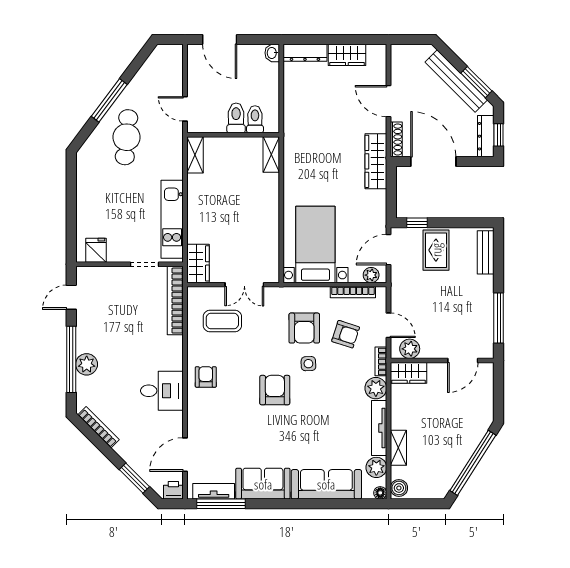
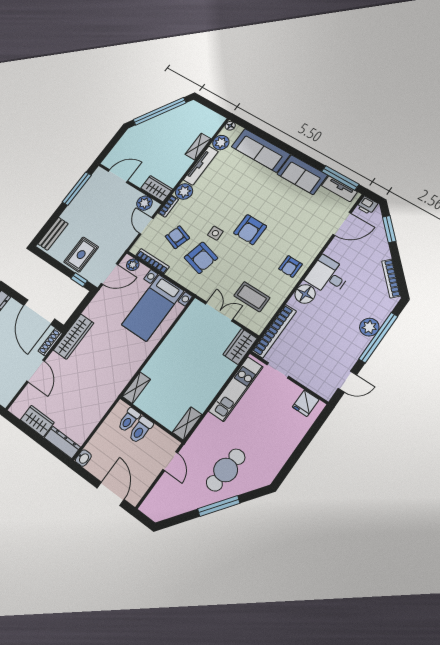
armchair: (304, 328) -> (201, 258), turned 104
floor lamp: (171, 358) -> (305, 294), added
boiler: (399, 488) -> (216, 122), removed

